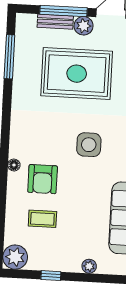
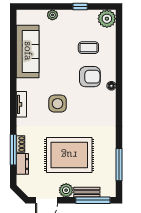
window: (63, 11) -> (93, 200), moved
armchair: (43, 179) -> (90, 77), turned 90

